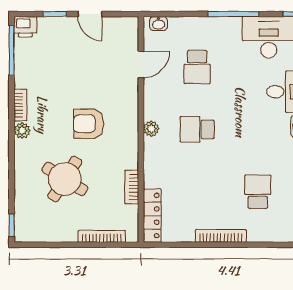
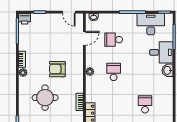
door: (90, 14) -> (69, 12), moved
school desk: (197, 67) -> (114, 40), turned 90
school desk: (197, 129) -> (114, 72), turned 90
round table: (65, 179) -> (45, 98), turned -32

